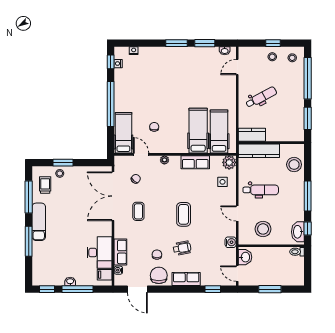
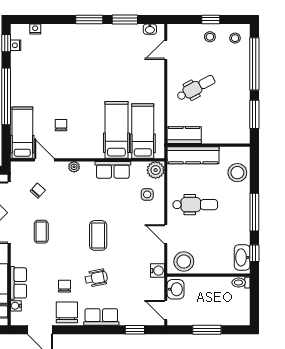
stool: (263, 229) -> (184, 261), moved

